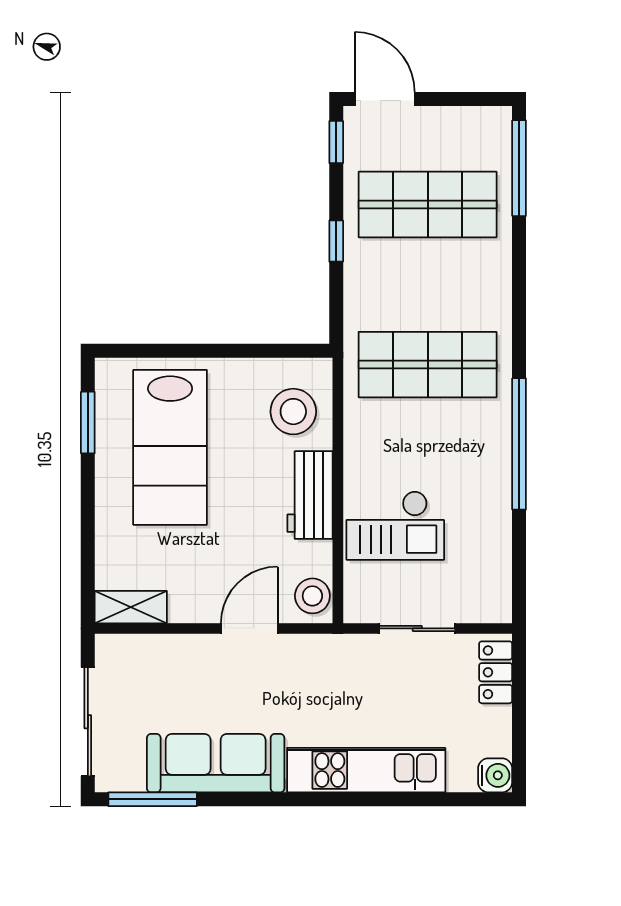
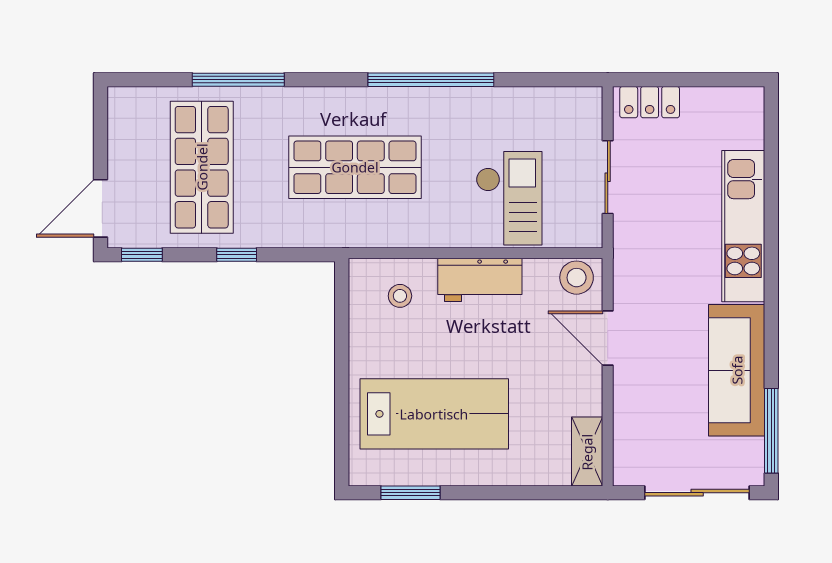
window: (519, 168) -> (238, 80), moved
shop shelf: (428, 365) -> (355, 167), turned 90
stool: (293, 412) -> (400, 296), width x0.53, depth x0.53
water cooler: (495, 775) -> (748, 103), removed

